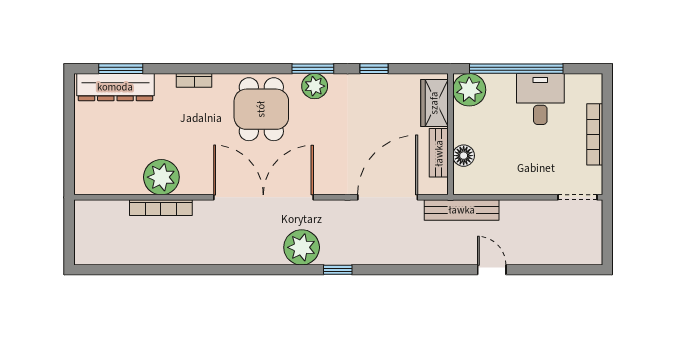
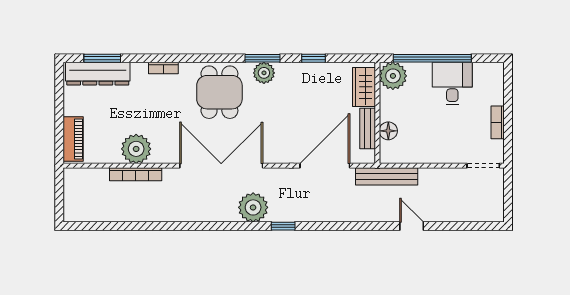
bookcase: (595, 134) -> (498, 122), width x0.64
piano: (86, 165) -> (73, 139), added

